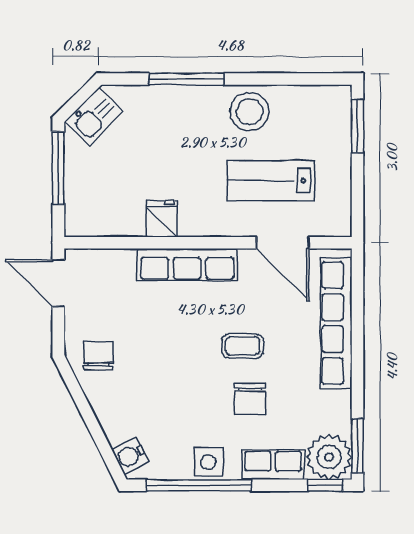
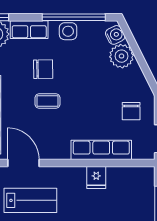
row of seats: (187, 265) -> (101, 150), moved
chair: (98, 356) -> (131, 111), moved
chair: (250, 399) -> (43, 69), turned 89
plant: (120, 421) -> (122, 56), added

